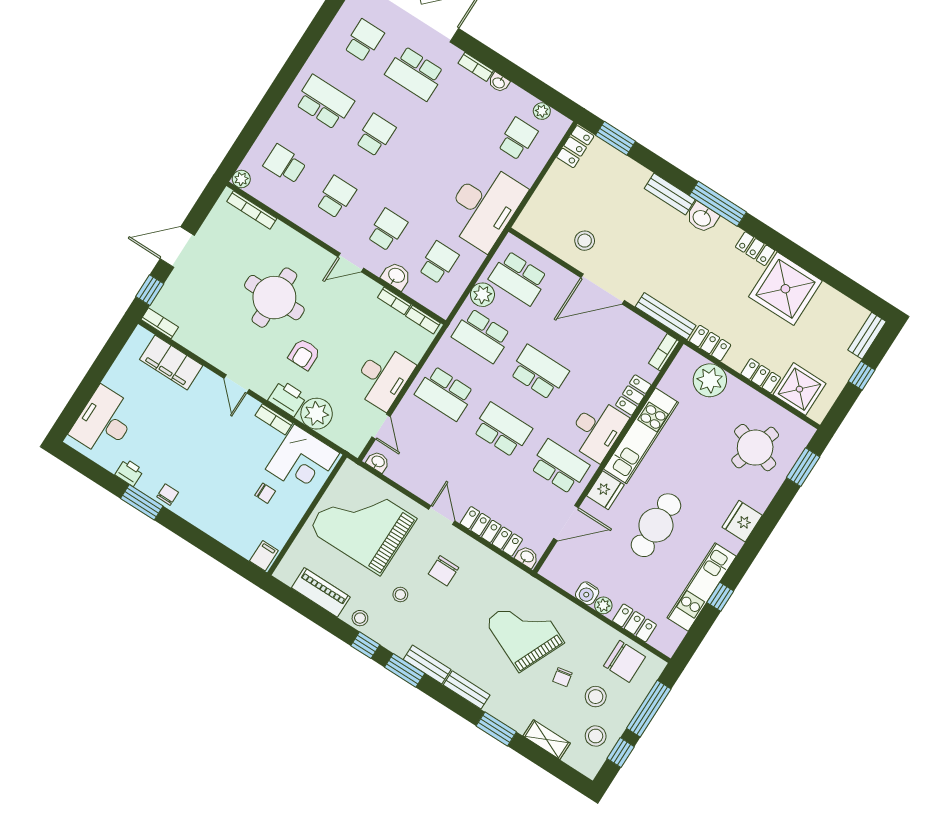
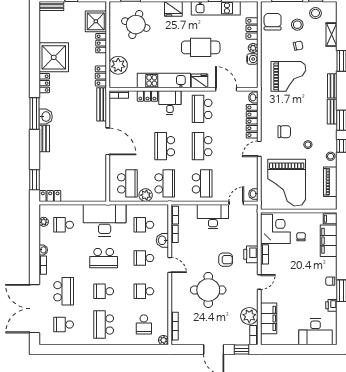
school desk: (427, 168) -> (104, 258), added
stool: (585, 241) -> (91, 164), removed
plant: (317, 414) -> (249, 316), moved
desk: (597, 430) -> (170, 103), width x0.73
filing cabinet: (232, 532) -> (329, 241), added
grand piano: (525, 632) -> (288, 76), turned -114

